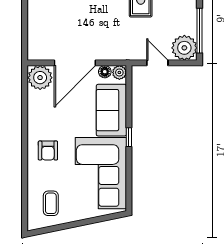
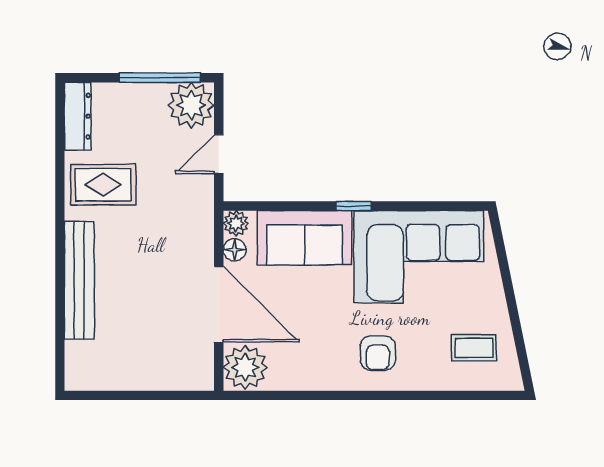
armchair: (48, 151) -> (378, 353), turned 90

